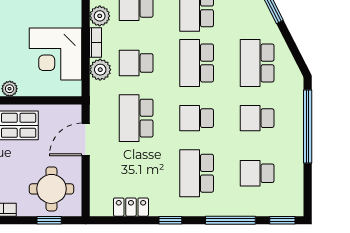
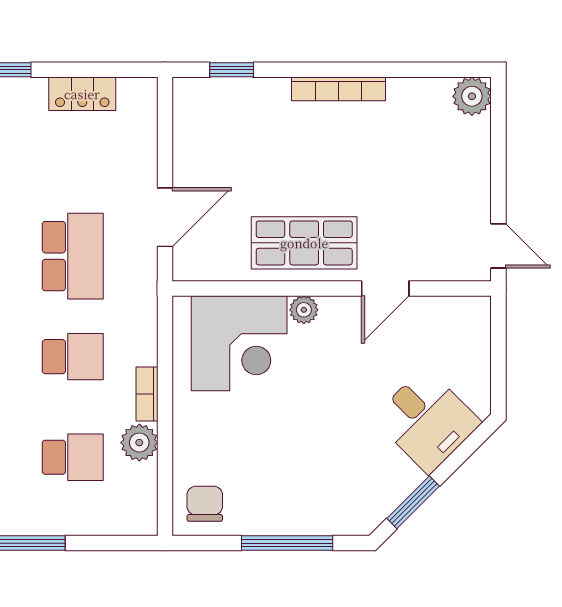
corner desk: (56, 54) -> (239, 343), moved, turned 90
plant: (100, 70) -> (138, 345), removed
round table: (51, 189) -> (227, 127), removed

